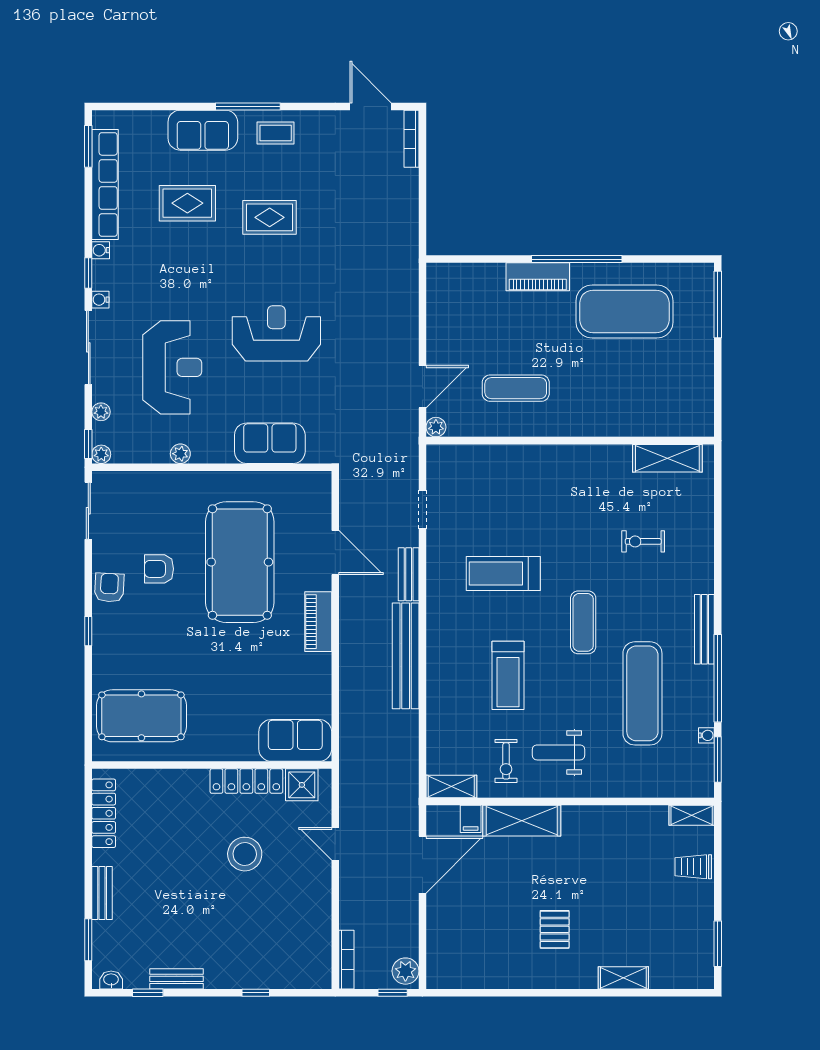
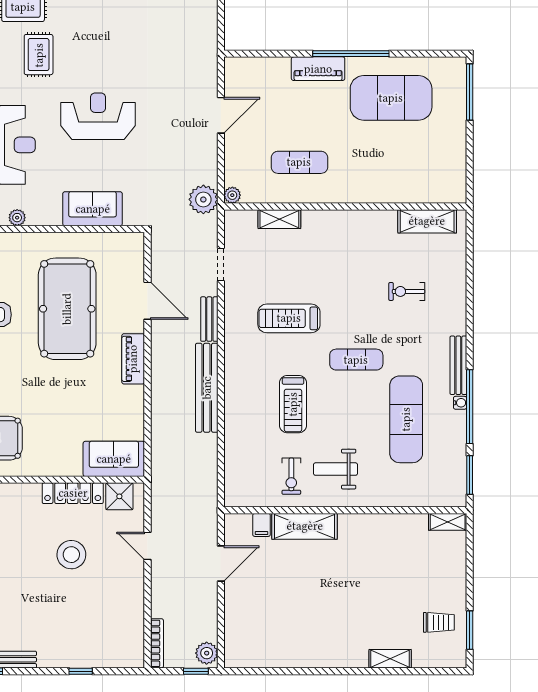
rug: (270, 217) -> (39, 55), moved, turned 90
door: (422, 387) -> (221, 115), moved
plant: (402, 432) -> (203, 199), added
exercise mat: (583, 622) -> (356, 360), turned 90
water cooler: (706, 735) -> (460, 403), moved
shelving: (451, 786) -> (279, 219), moved
door: (422, 865) -> (221, 563), width x0.73
trolley: (693, 867) -> (439, 622), moved, turned 180
pallet: (555, 929) -> (332, 618), removed

